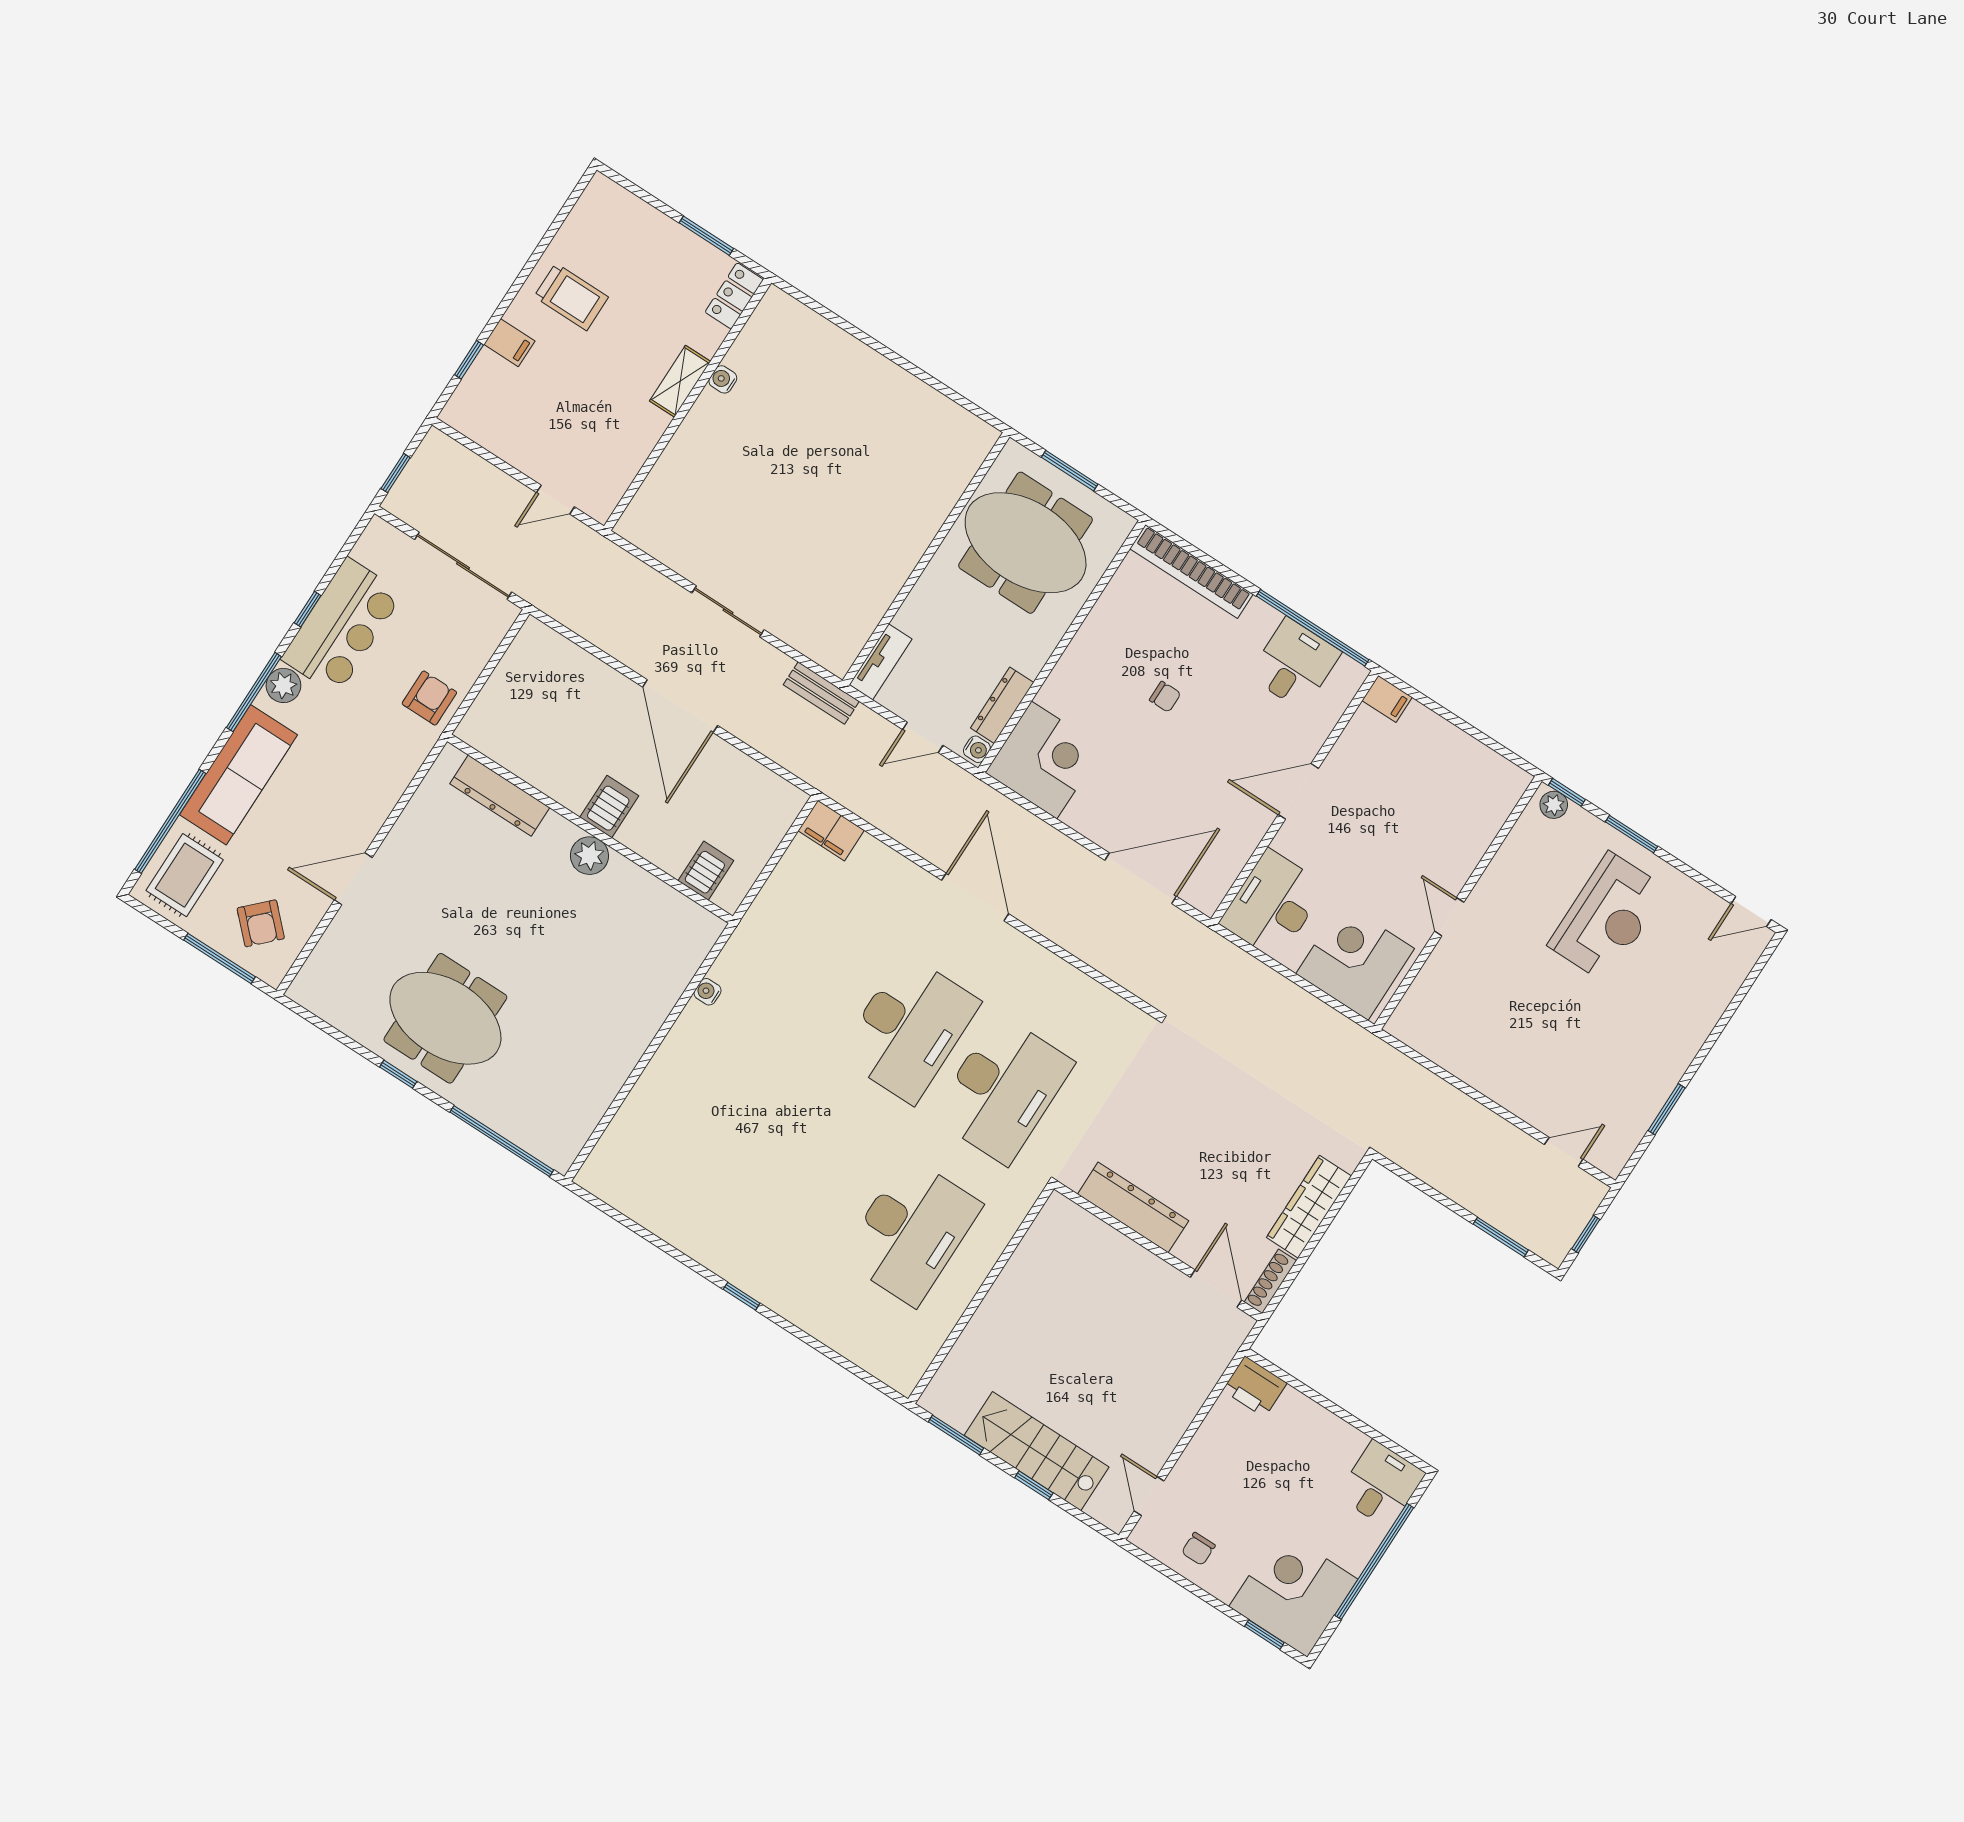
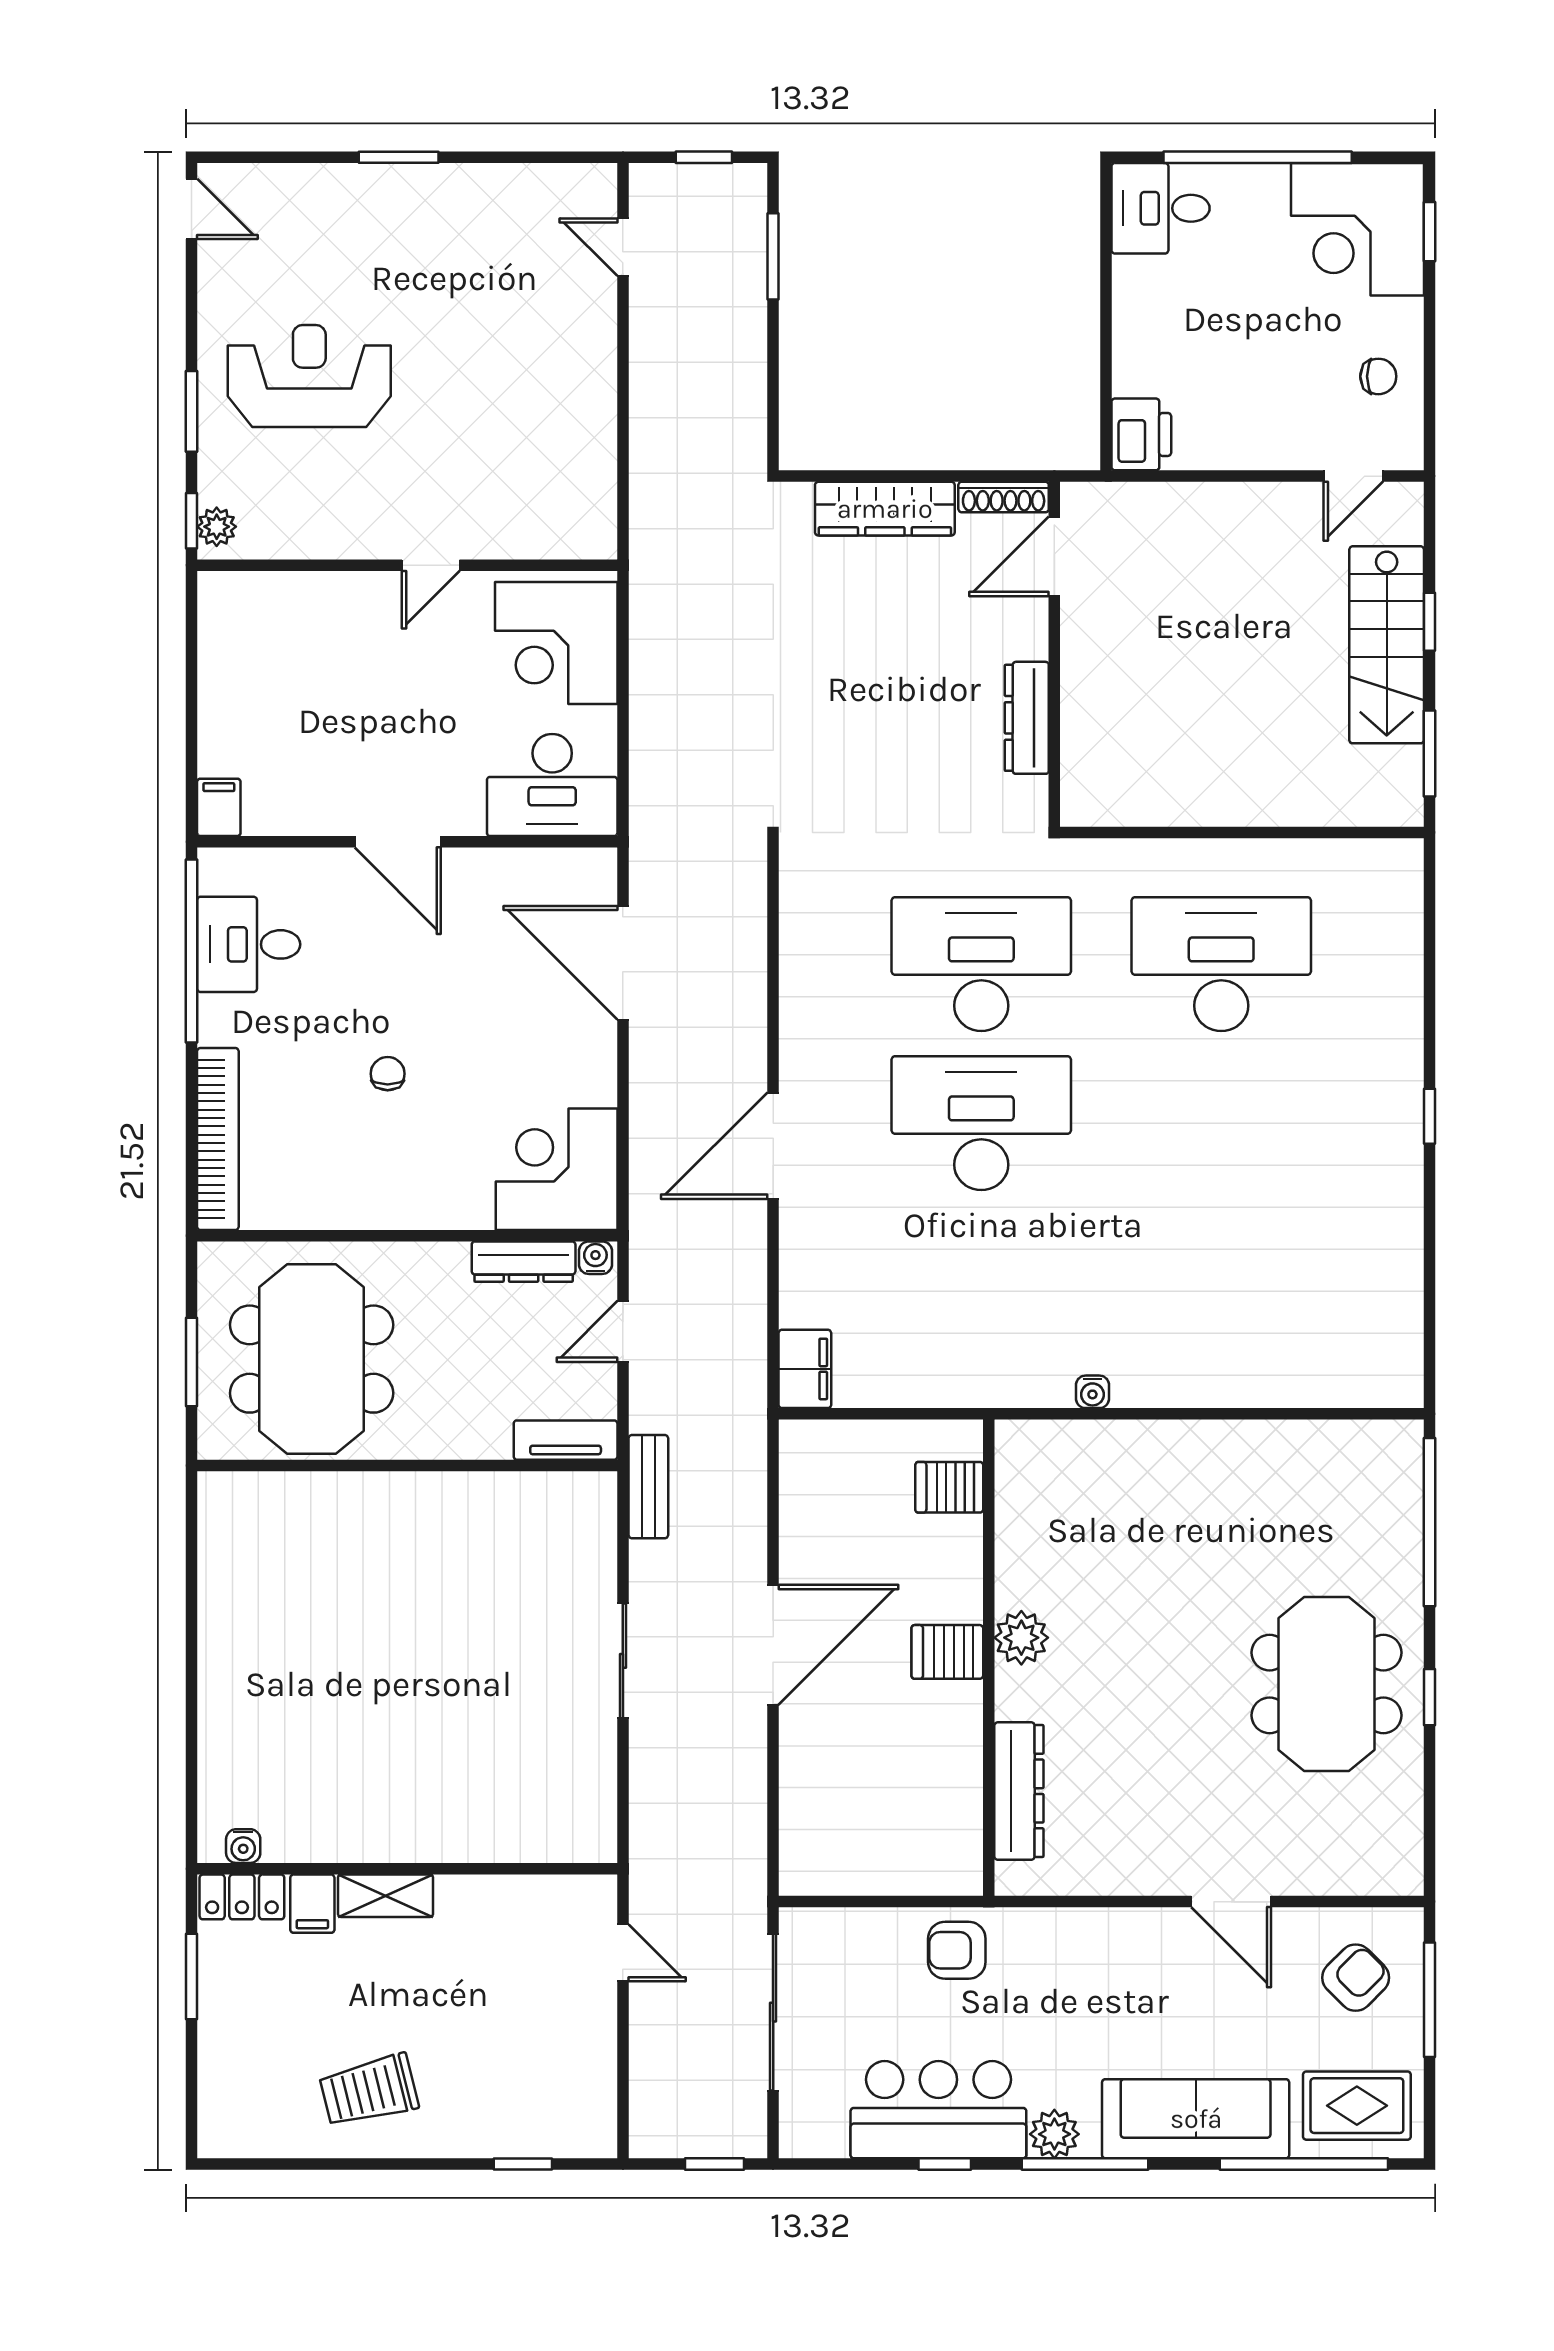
trolley: (571, 297) -> (369, 2091), turned -104
filing cabinet: (509, 343) -> (312, 1904), moved, turned 180
water cooler: (723, 379) -> (243, 1846), moved
door: (923, 737) -> (623, 1331), swing flipped
window: (1667, 1109) -> (399, 157), moved
dresser: (1133, 1207) -> (1027, 718), width x0.73, depth x0.80

